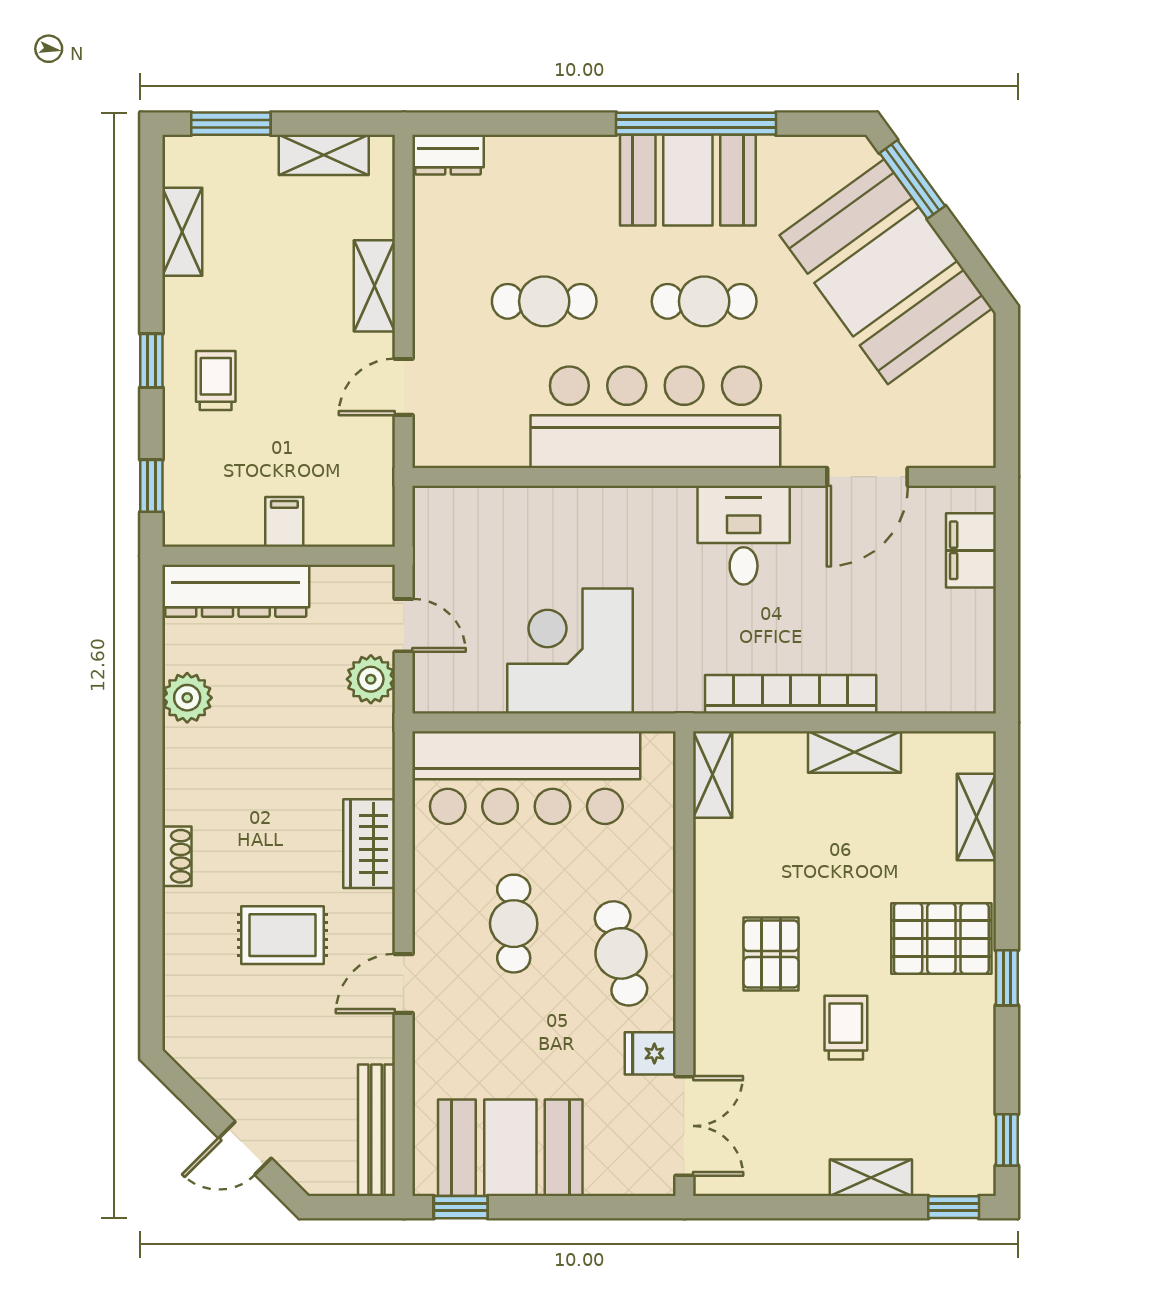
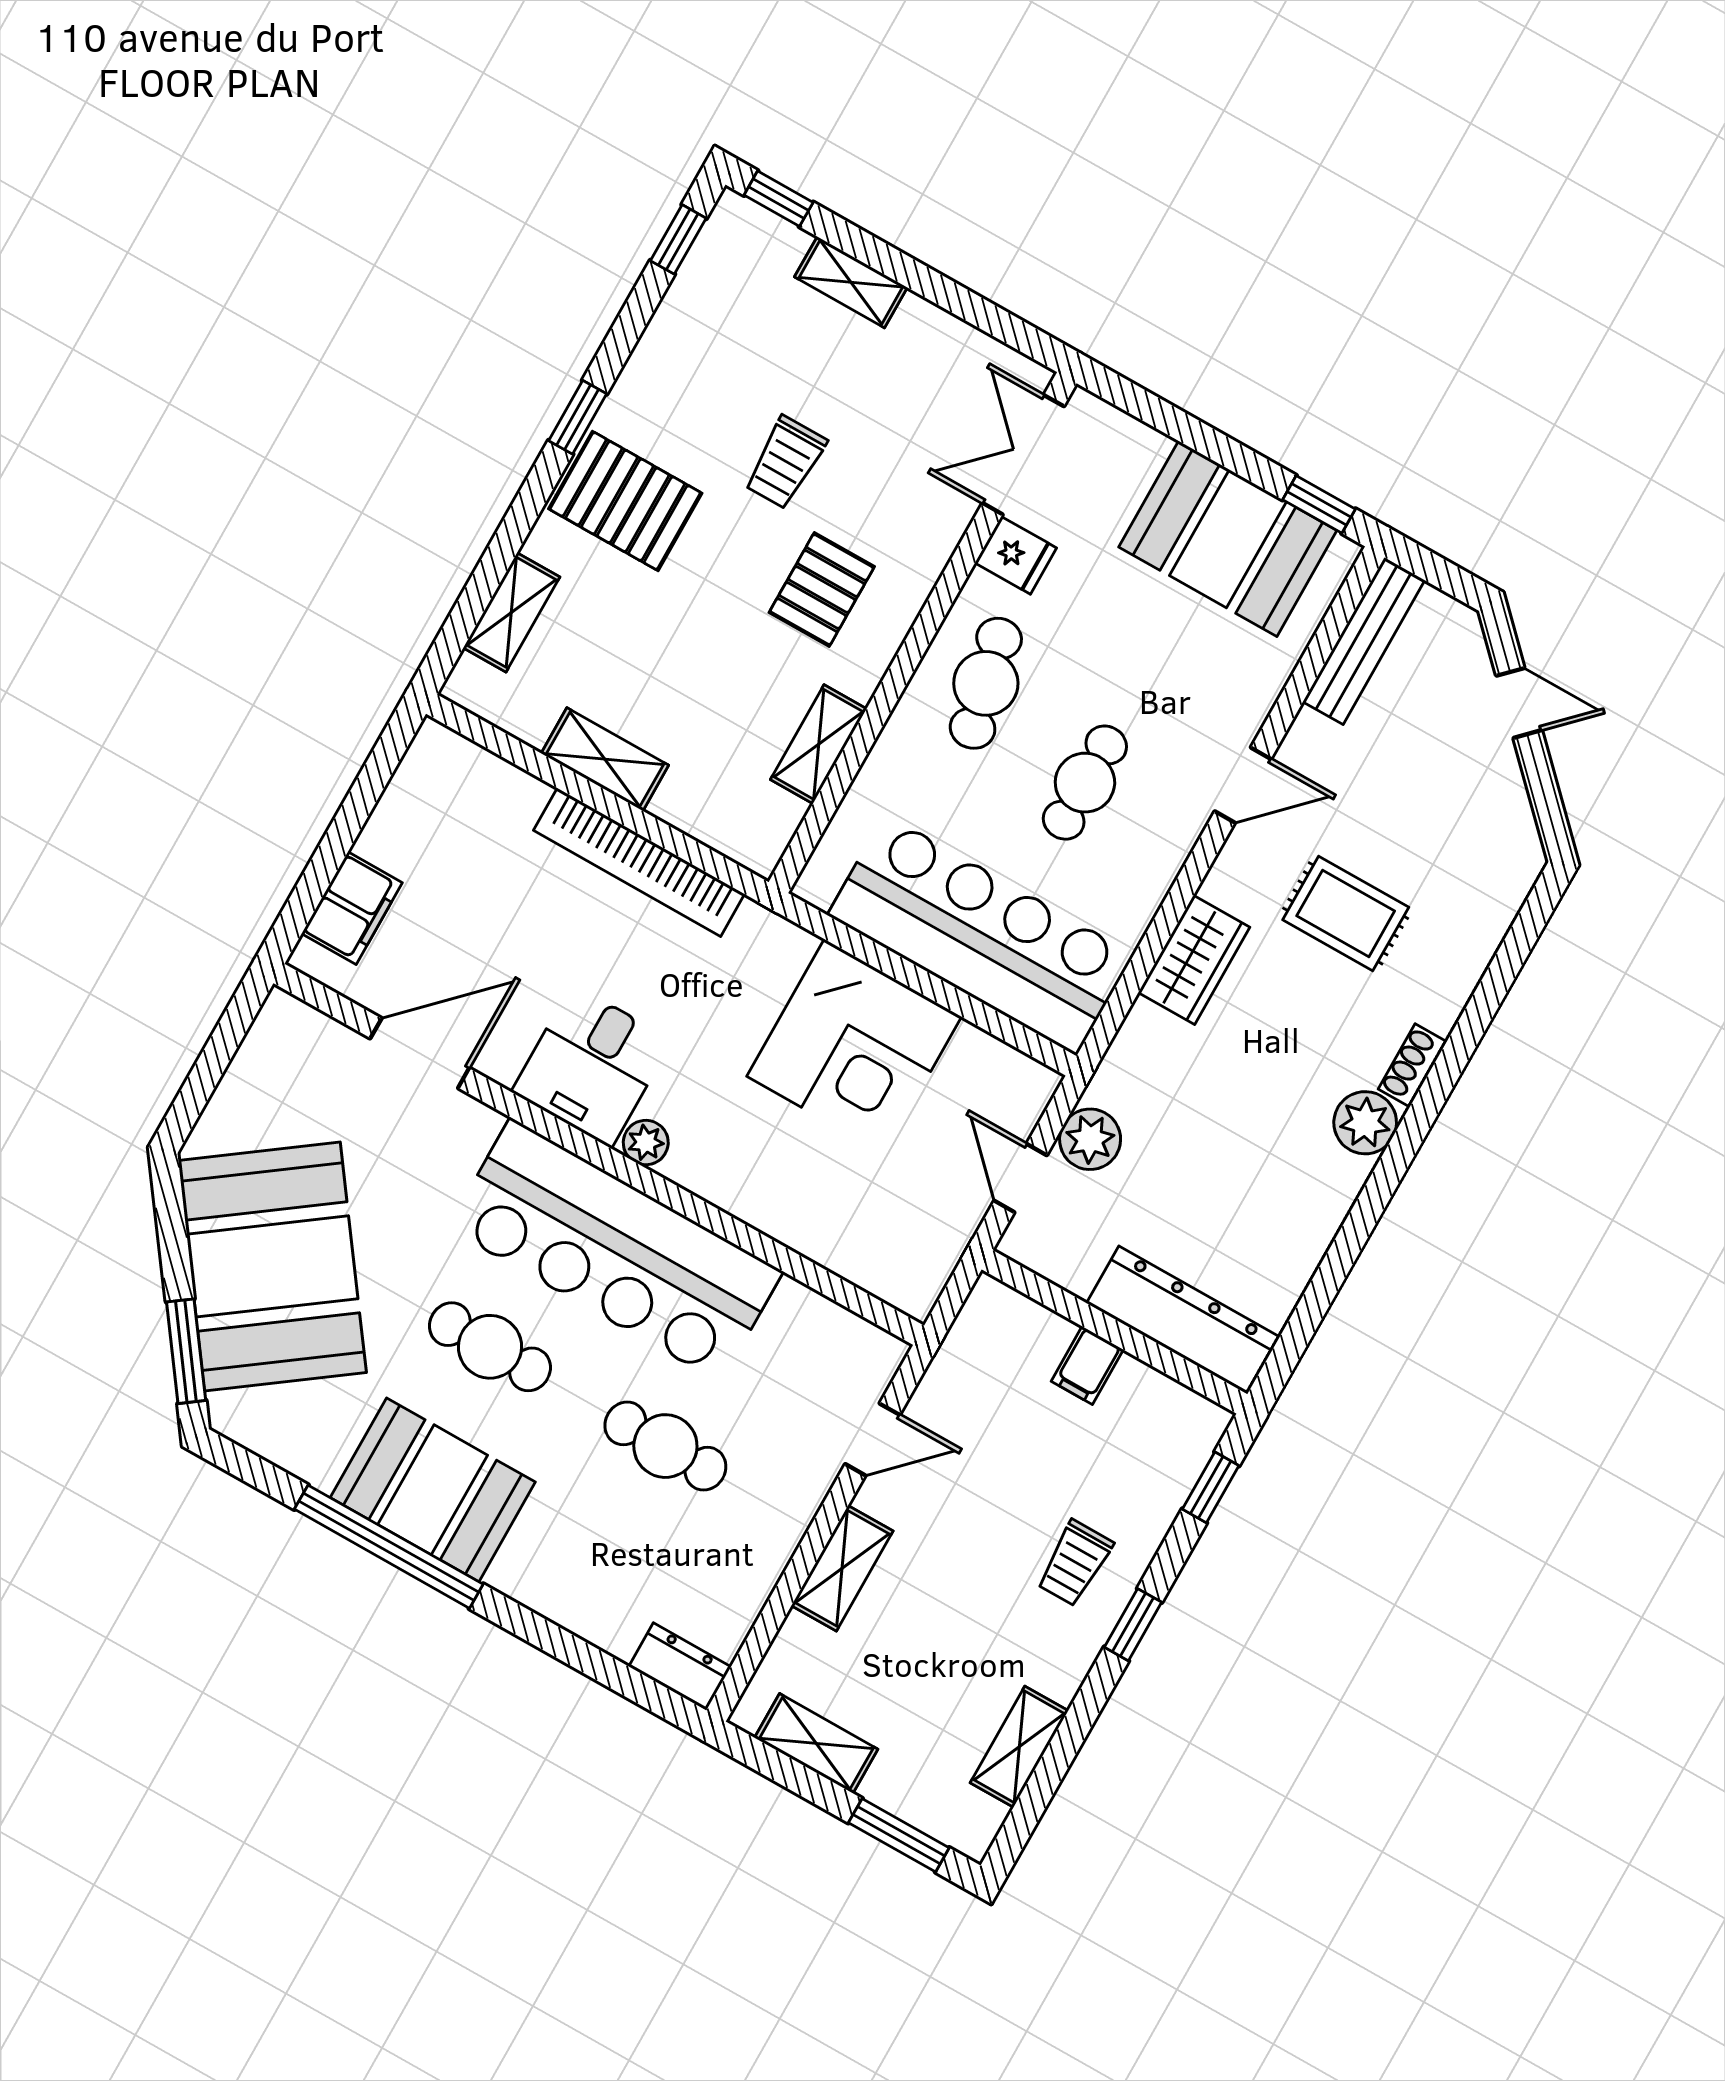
plant: (676, 503) -> (646, 1143), added
plant: (187, 698) -> (1365, 1123), moved
shelving: (713, 775) -> (819, 744), moved

